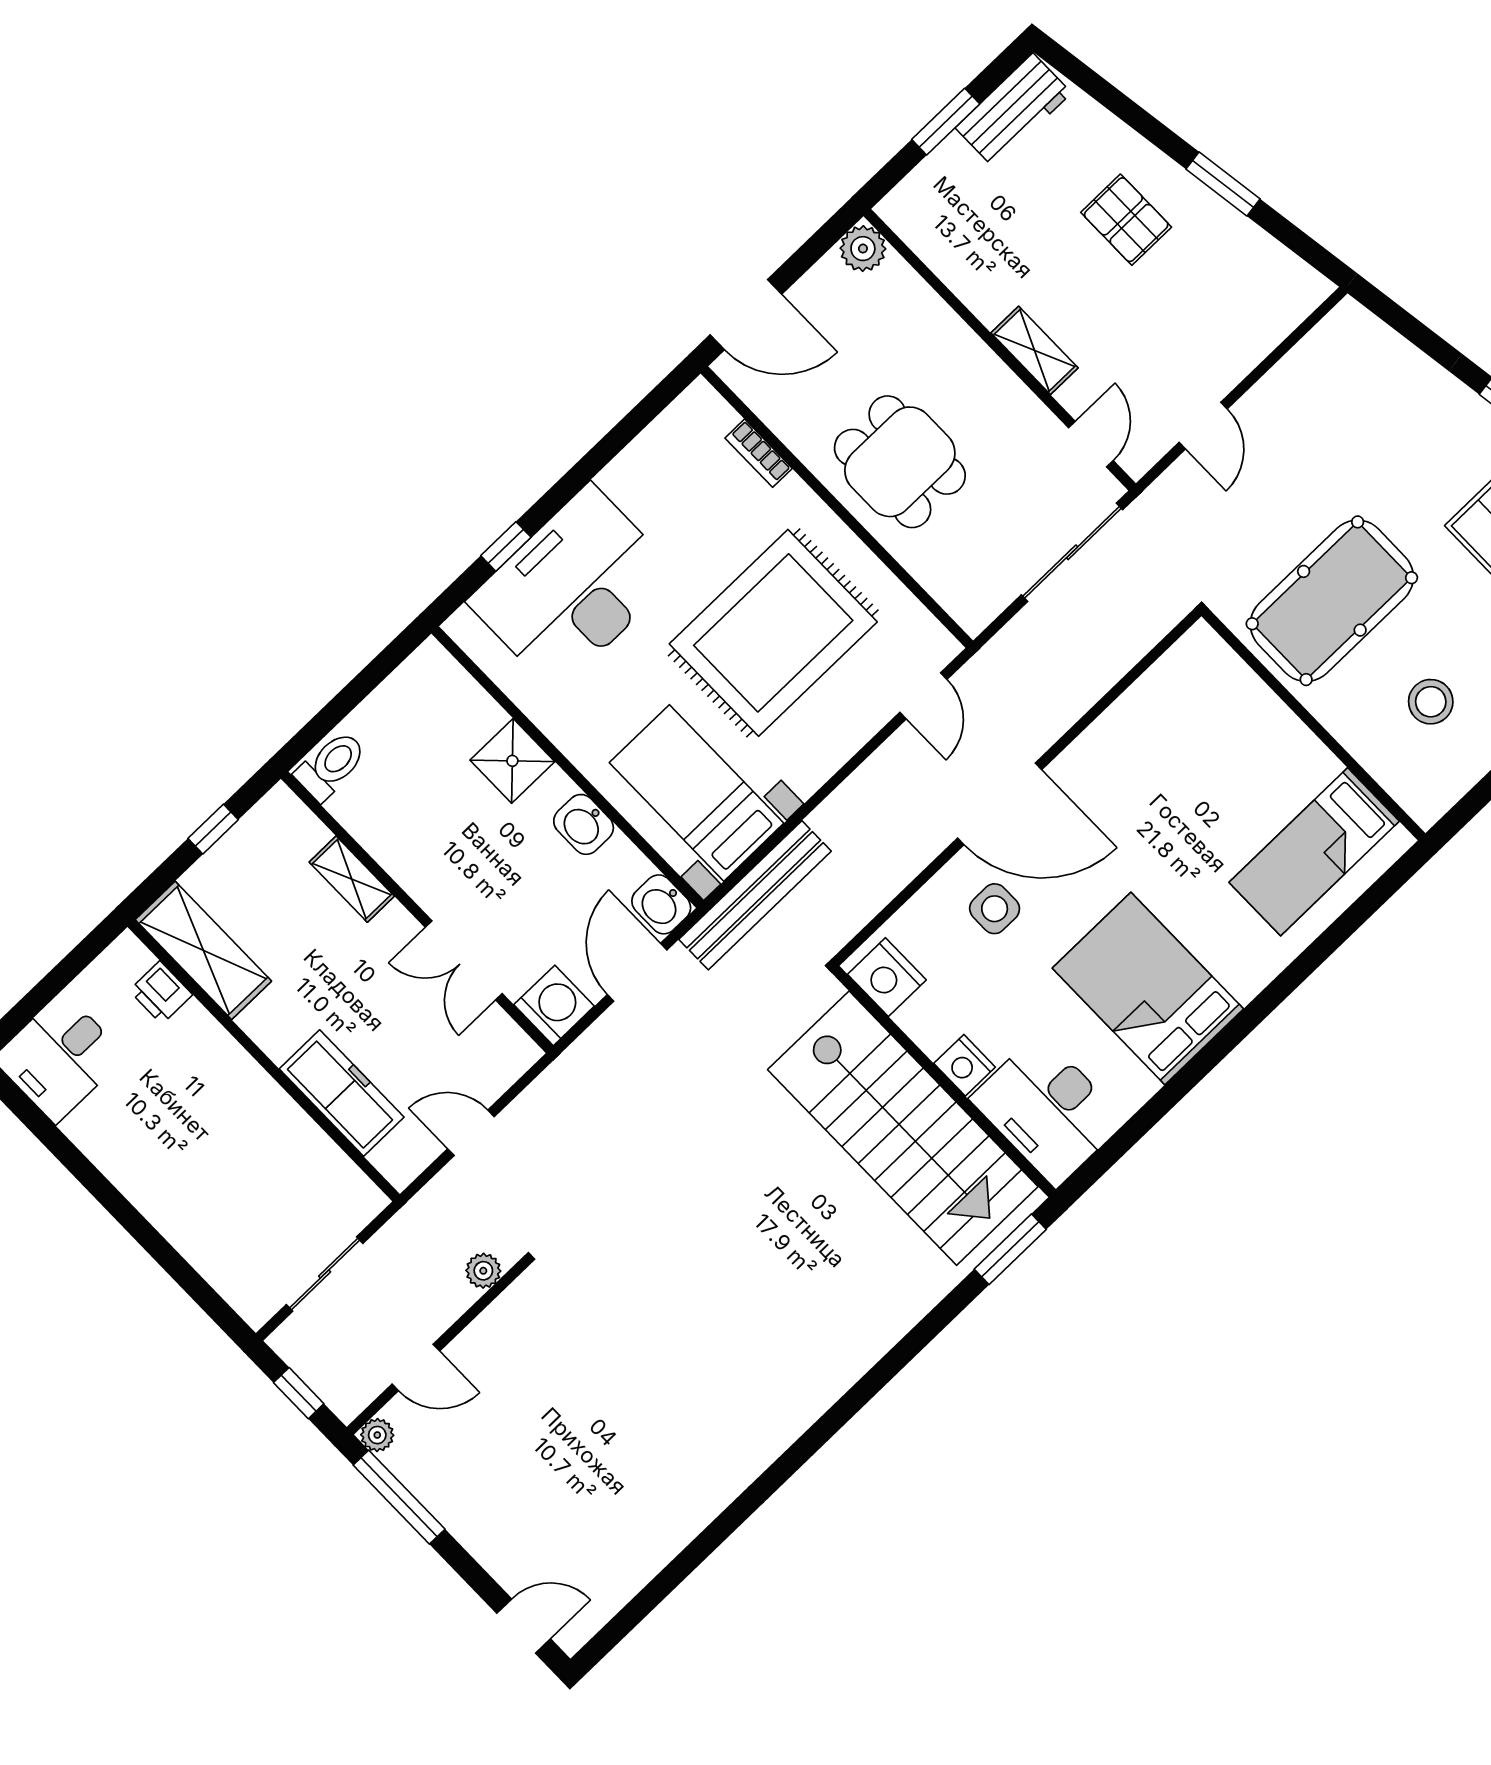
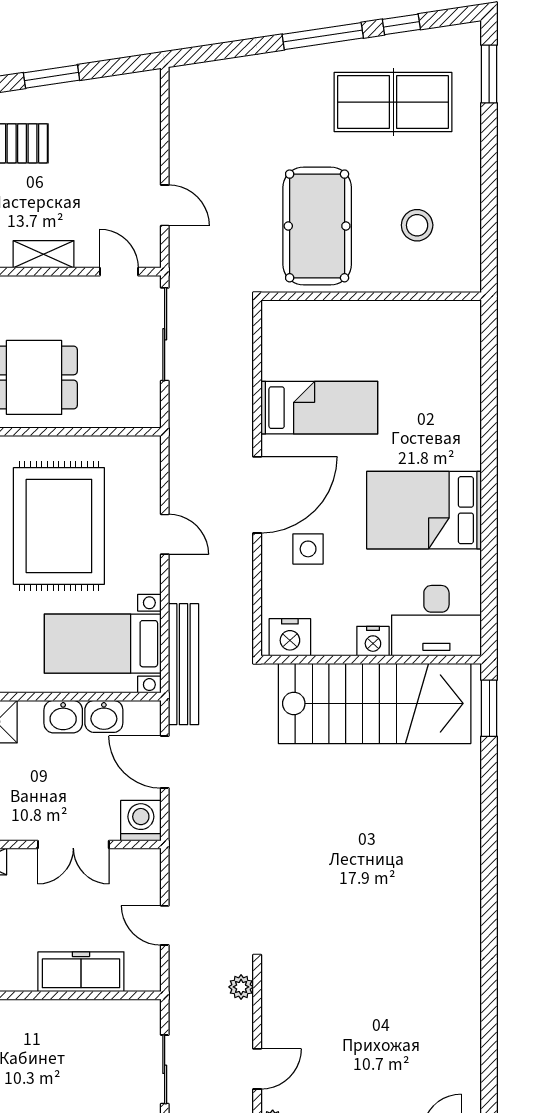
door: (923, 696) -> (165, 534), moved
bed: (1314, 852) -> (319, 408), moved, turned -90
washbasin: (661, 904) -> (104, 716), moved
door: (471, 1133) -> (165, 925), hinge flipped

